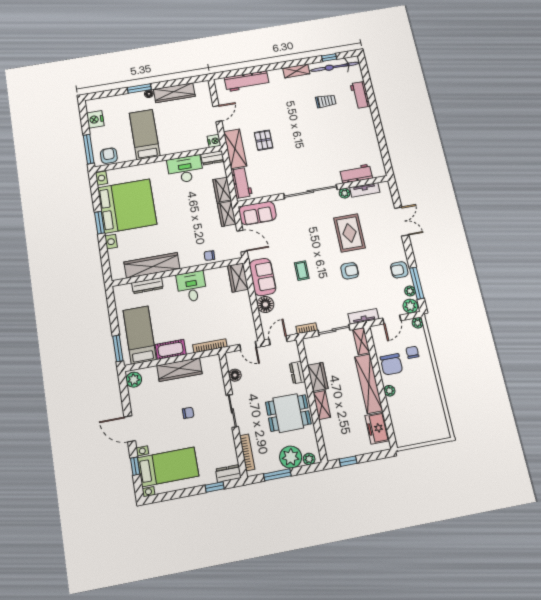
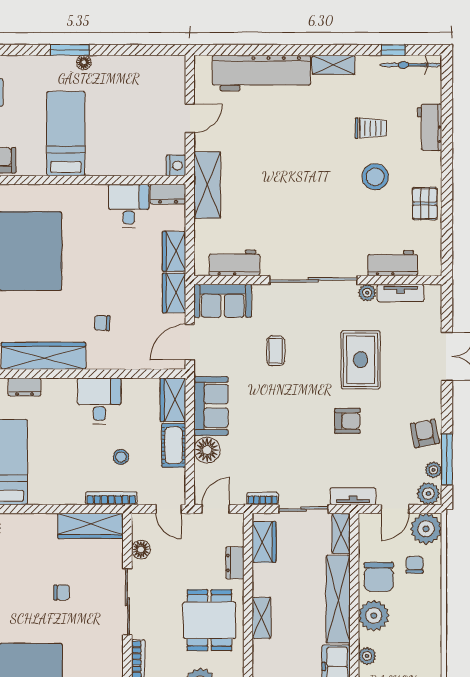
bicycle: (335, 67) -> (411, 65), width x0.73, depth x0.71
workbench: (247, 81) -> (261, 73), width x1.36, depth x1.32
wardrobe: (174, 93) -> (126, 68), removed
stool: (334, 127) -> (375, 177), added
pallet: (264, 140) -> (425, 204), moved
desk: (185, 169) -> (129, 206), width x0.73
workbench: (242, 183) -> (234, 263), moved, turned -90
door: (242, 241) -> (190, 342), swing flipped
chair: (209, 256) -> (102, 323), moved
armchair: (399, 270) -> (425, 433), turned 79
coffee table: (302, 271) -> (276, 351), moved
dresser: (147, 286) -> (25, 387), width x0.70
stool: (212, 319) -> (121, 457), added
plant: (418, 323) -> (426, 529), width x1.87, depth x1.87
cot: (171, 349) -> (174, 445), moved, turned 90
wardrobe: (179, 370) -> (90, 526), moved
wardrobe: (318, 377) -> (264, 542), moved
plant: (389, 391) -> (374, 616), width x1.87, depth x1.87
sliding door: (232, 411) -> (127, 602), width x1.37
dining table: (288, 413) -> (209, 620), turned 90
plant: (396, 417) -> (367, 656), added

